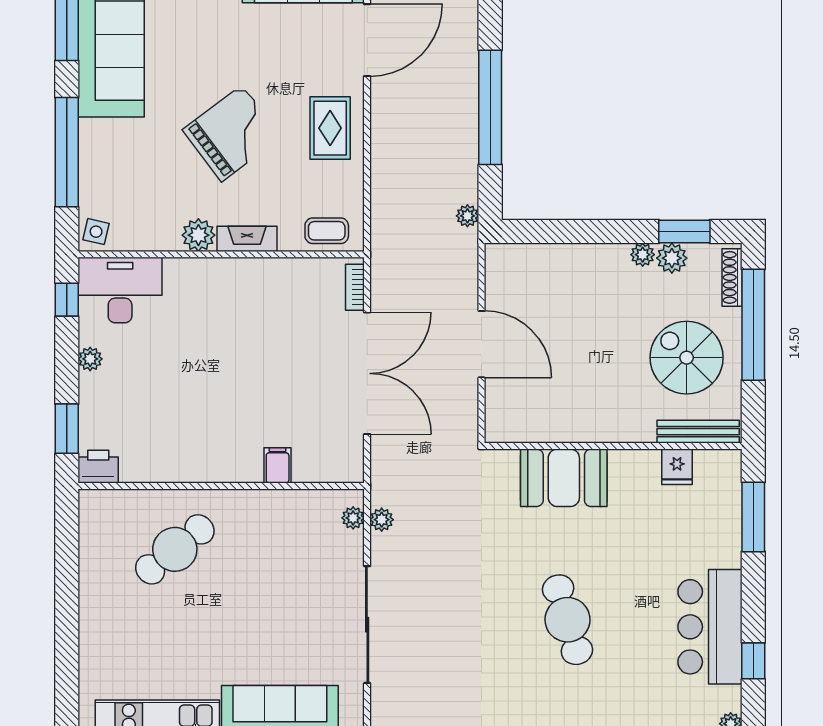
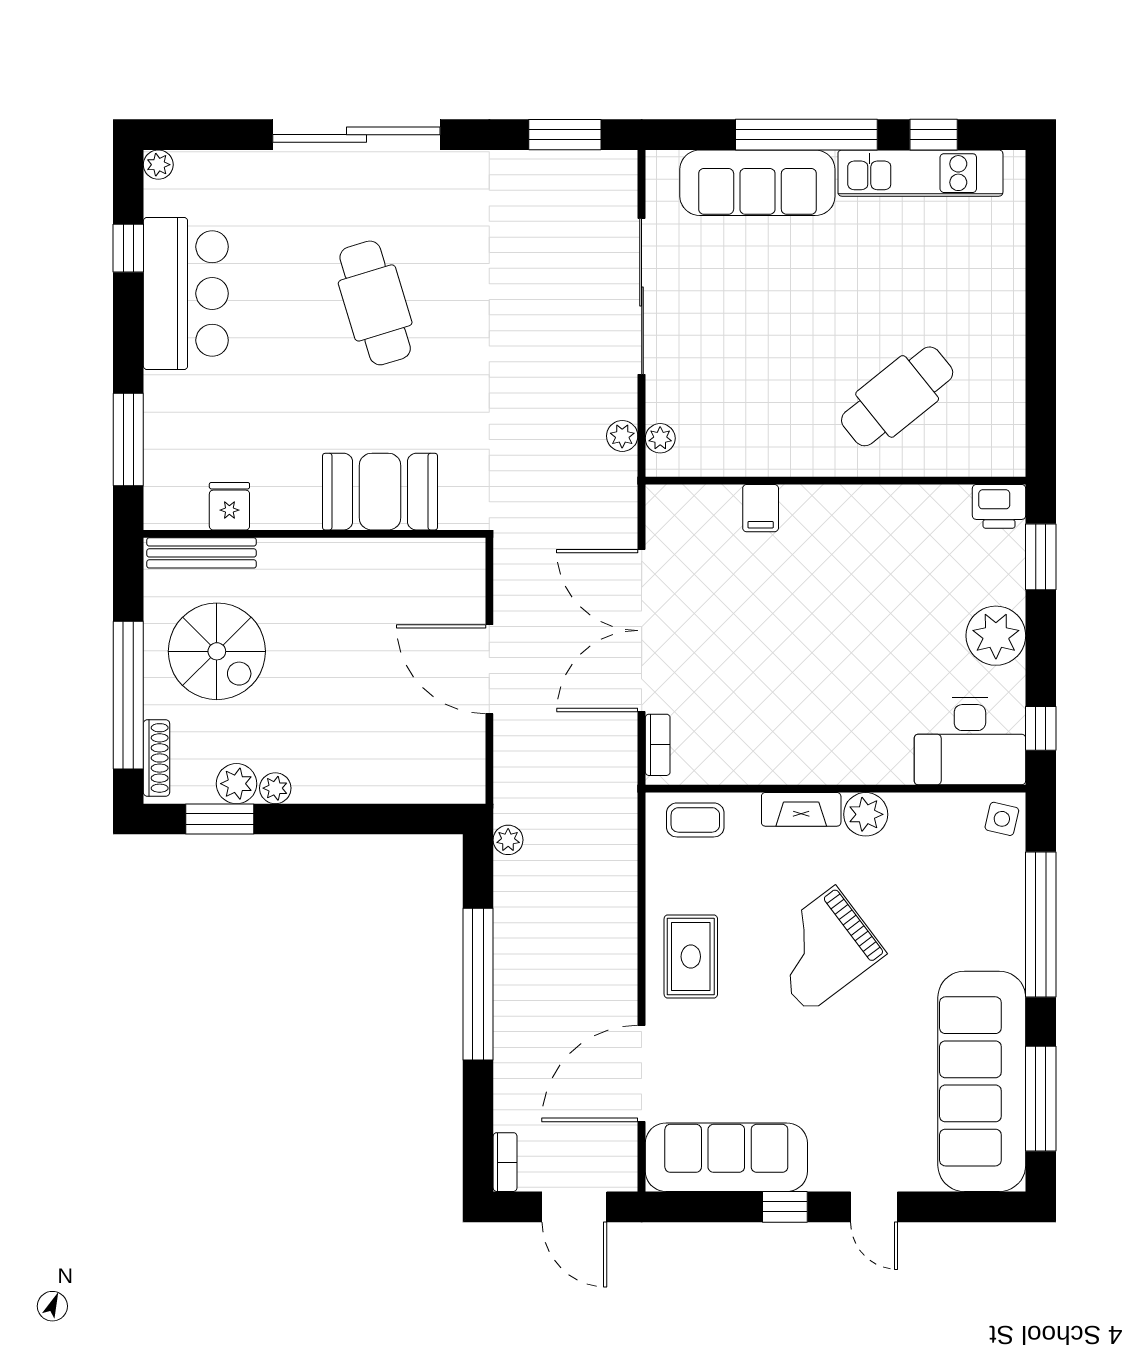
plant: (90, 359) -> (996, 636), width x1.88, depth x1.88

